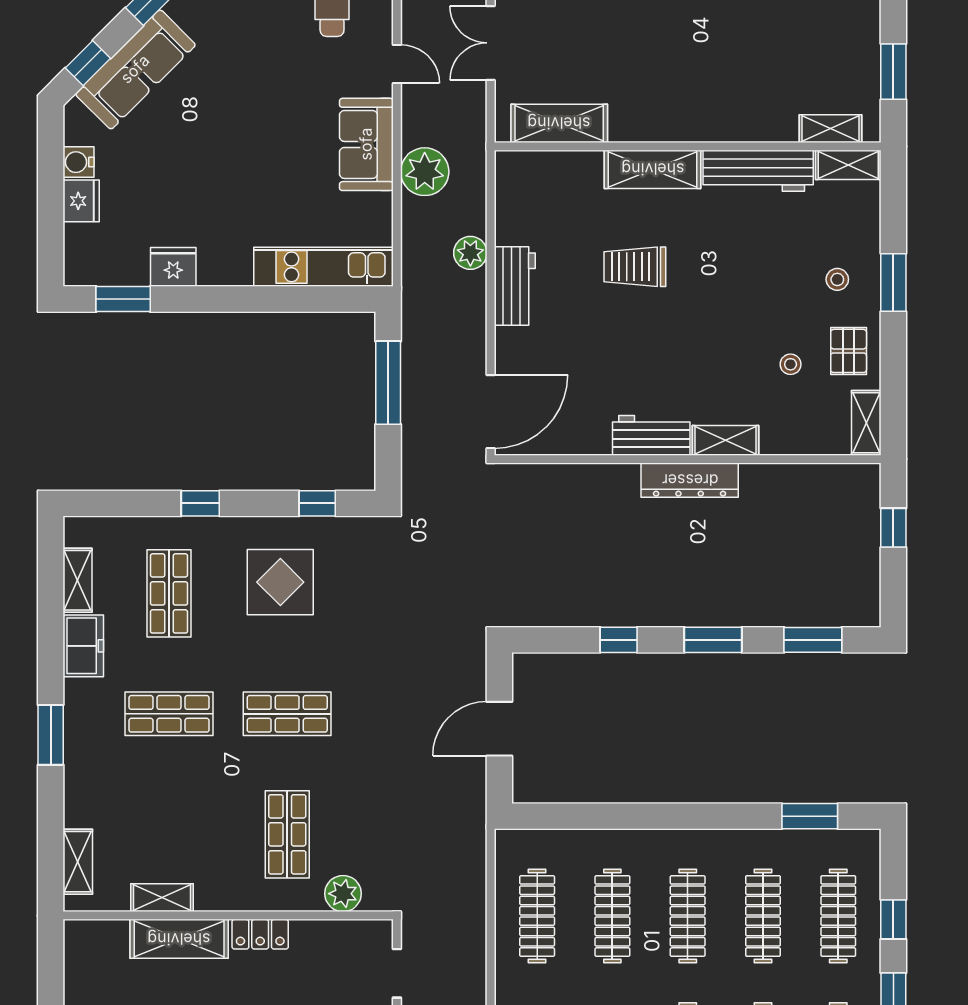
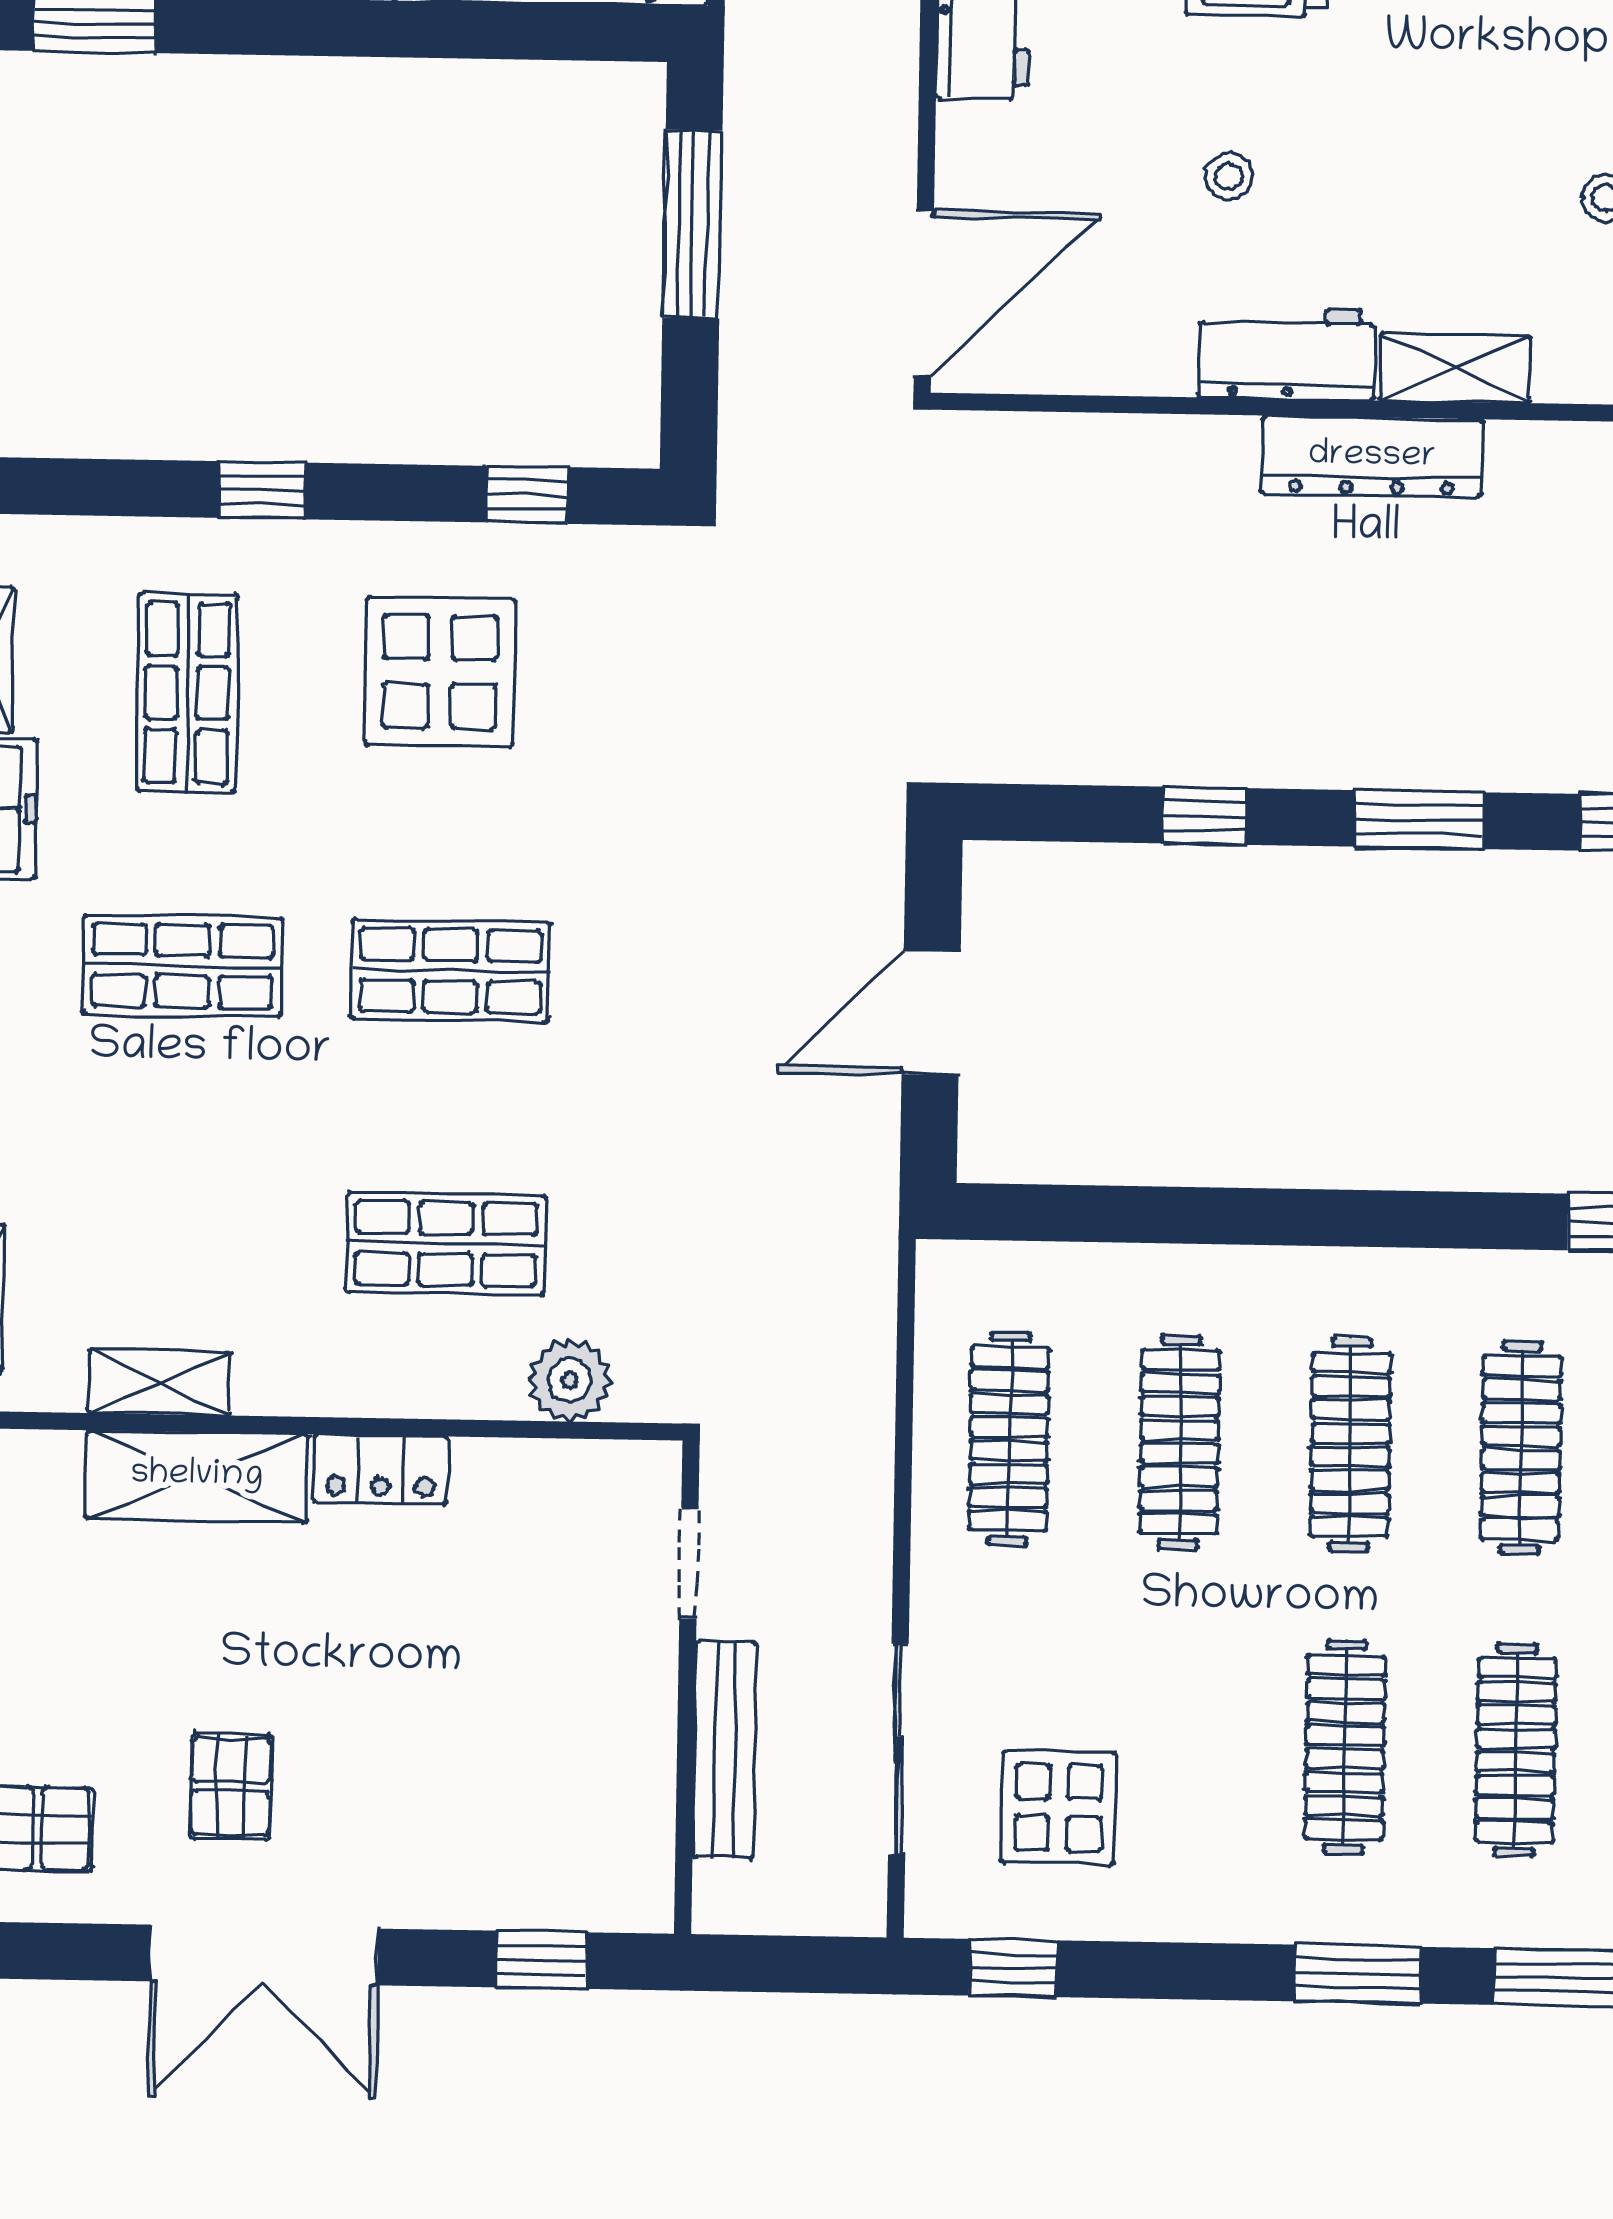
stool: (624, 358) -> (1229, 176), added
shop shelf: (287, 834) -> (446, 1244), turned 90

